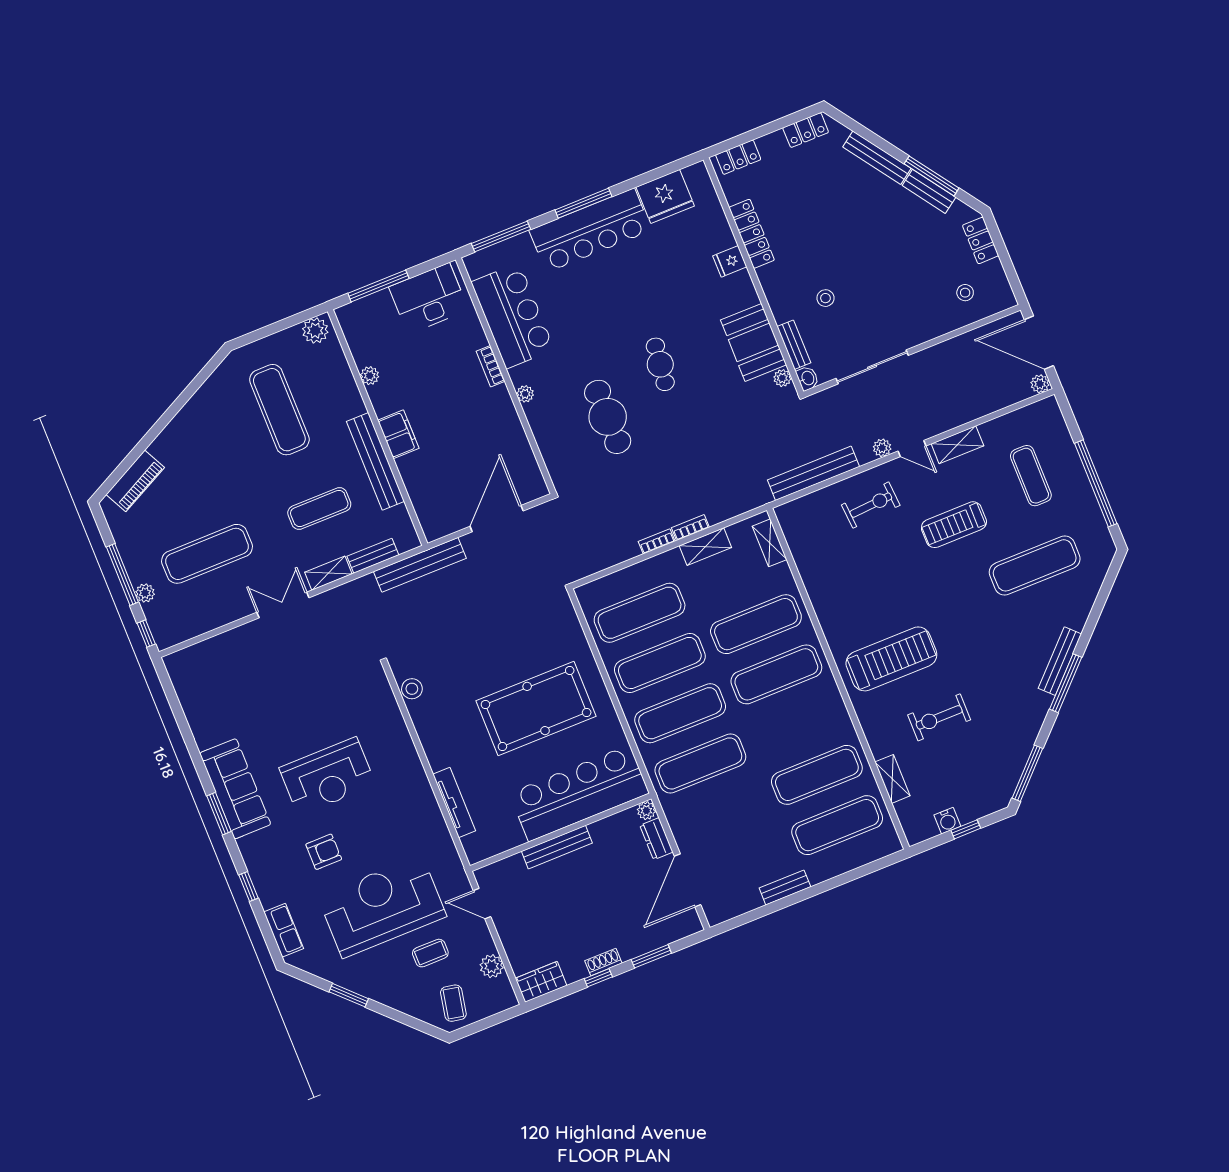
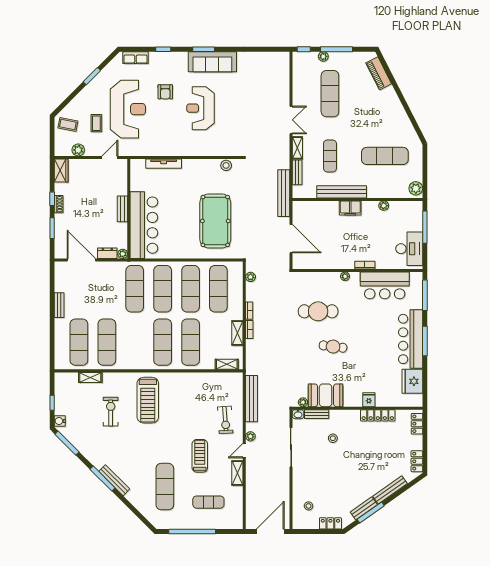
plant: (1040, 384) -> (251, 277), moved
pool table: (536, 708) -> (215, 221), moved
water cooler: (947, 821) -> (60, 421), moved
bench: (557, 847) -> (122, 209), width x0.73

